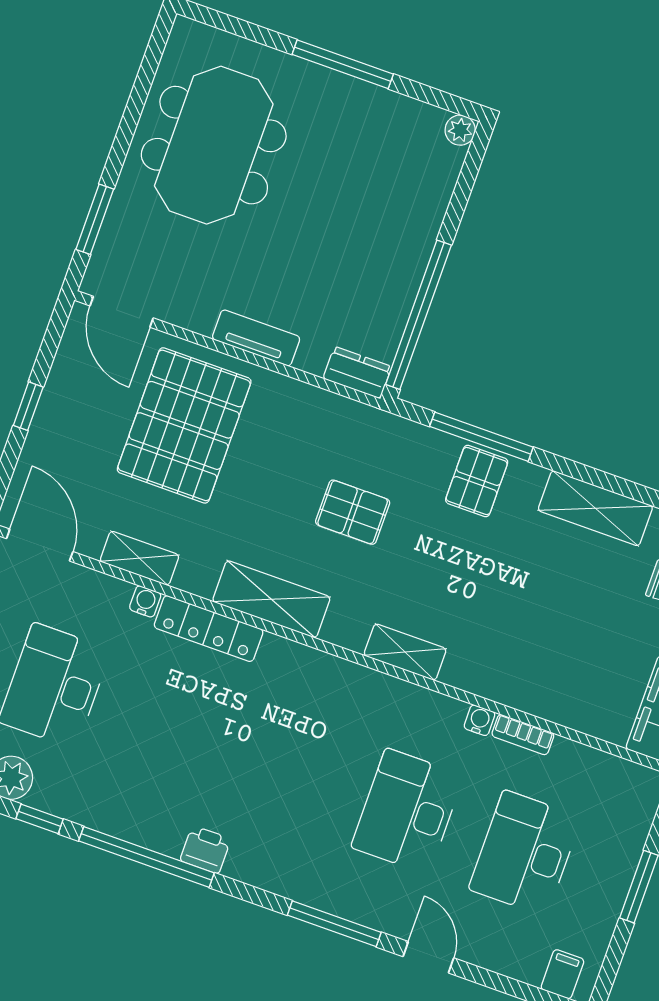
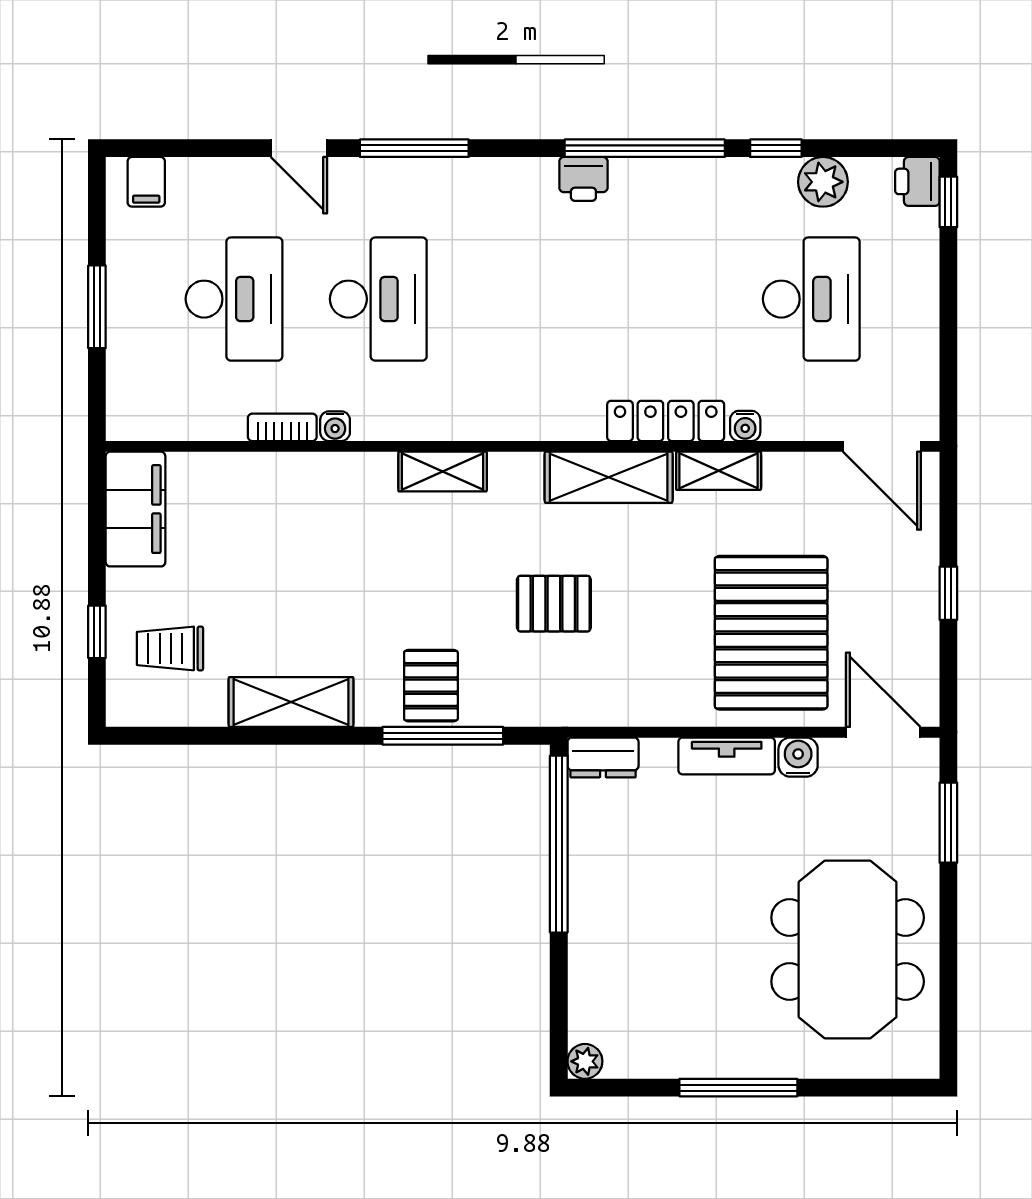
water cooler: (198, 316) -> (798, 757), added
shelving: (139, 558) -> (719, 471), moved

